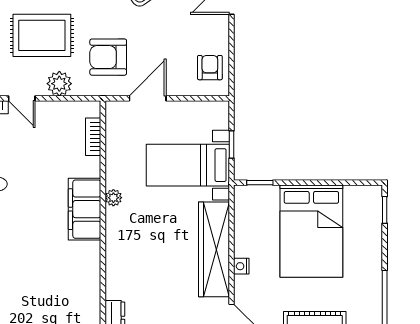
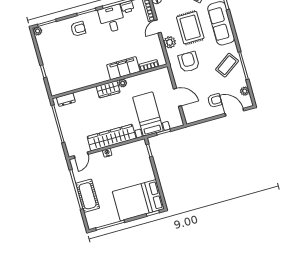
armchair: (210, 68) -> (215, 101), moved
door: (148, 98) -> (177, 97), moved
filing cabinet: (85, 209) -> (123, 68), moved
wardrobe: (118, 230) -> (108, 89), added
bed: (311, 231) -> (138, 200), moved

